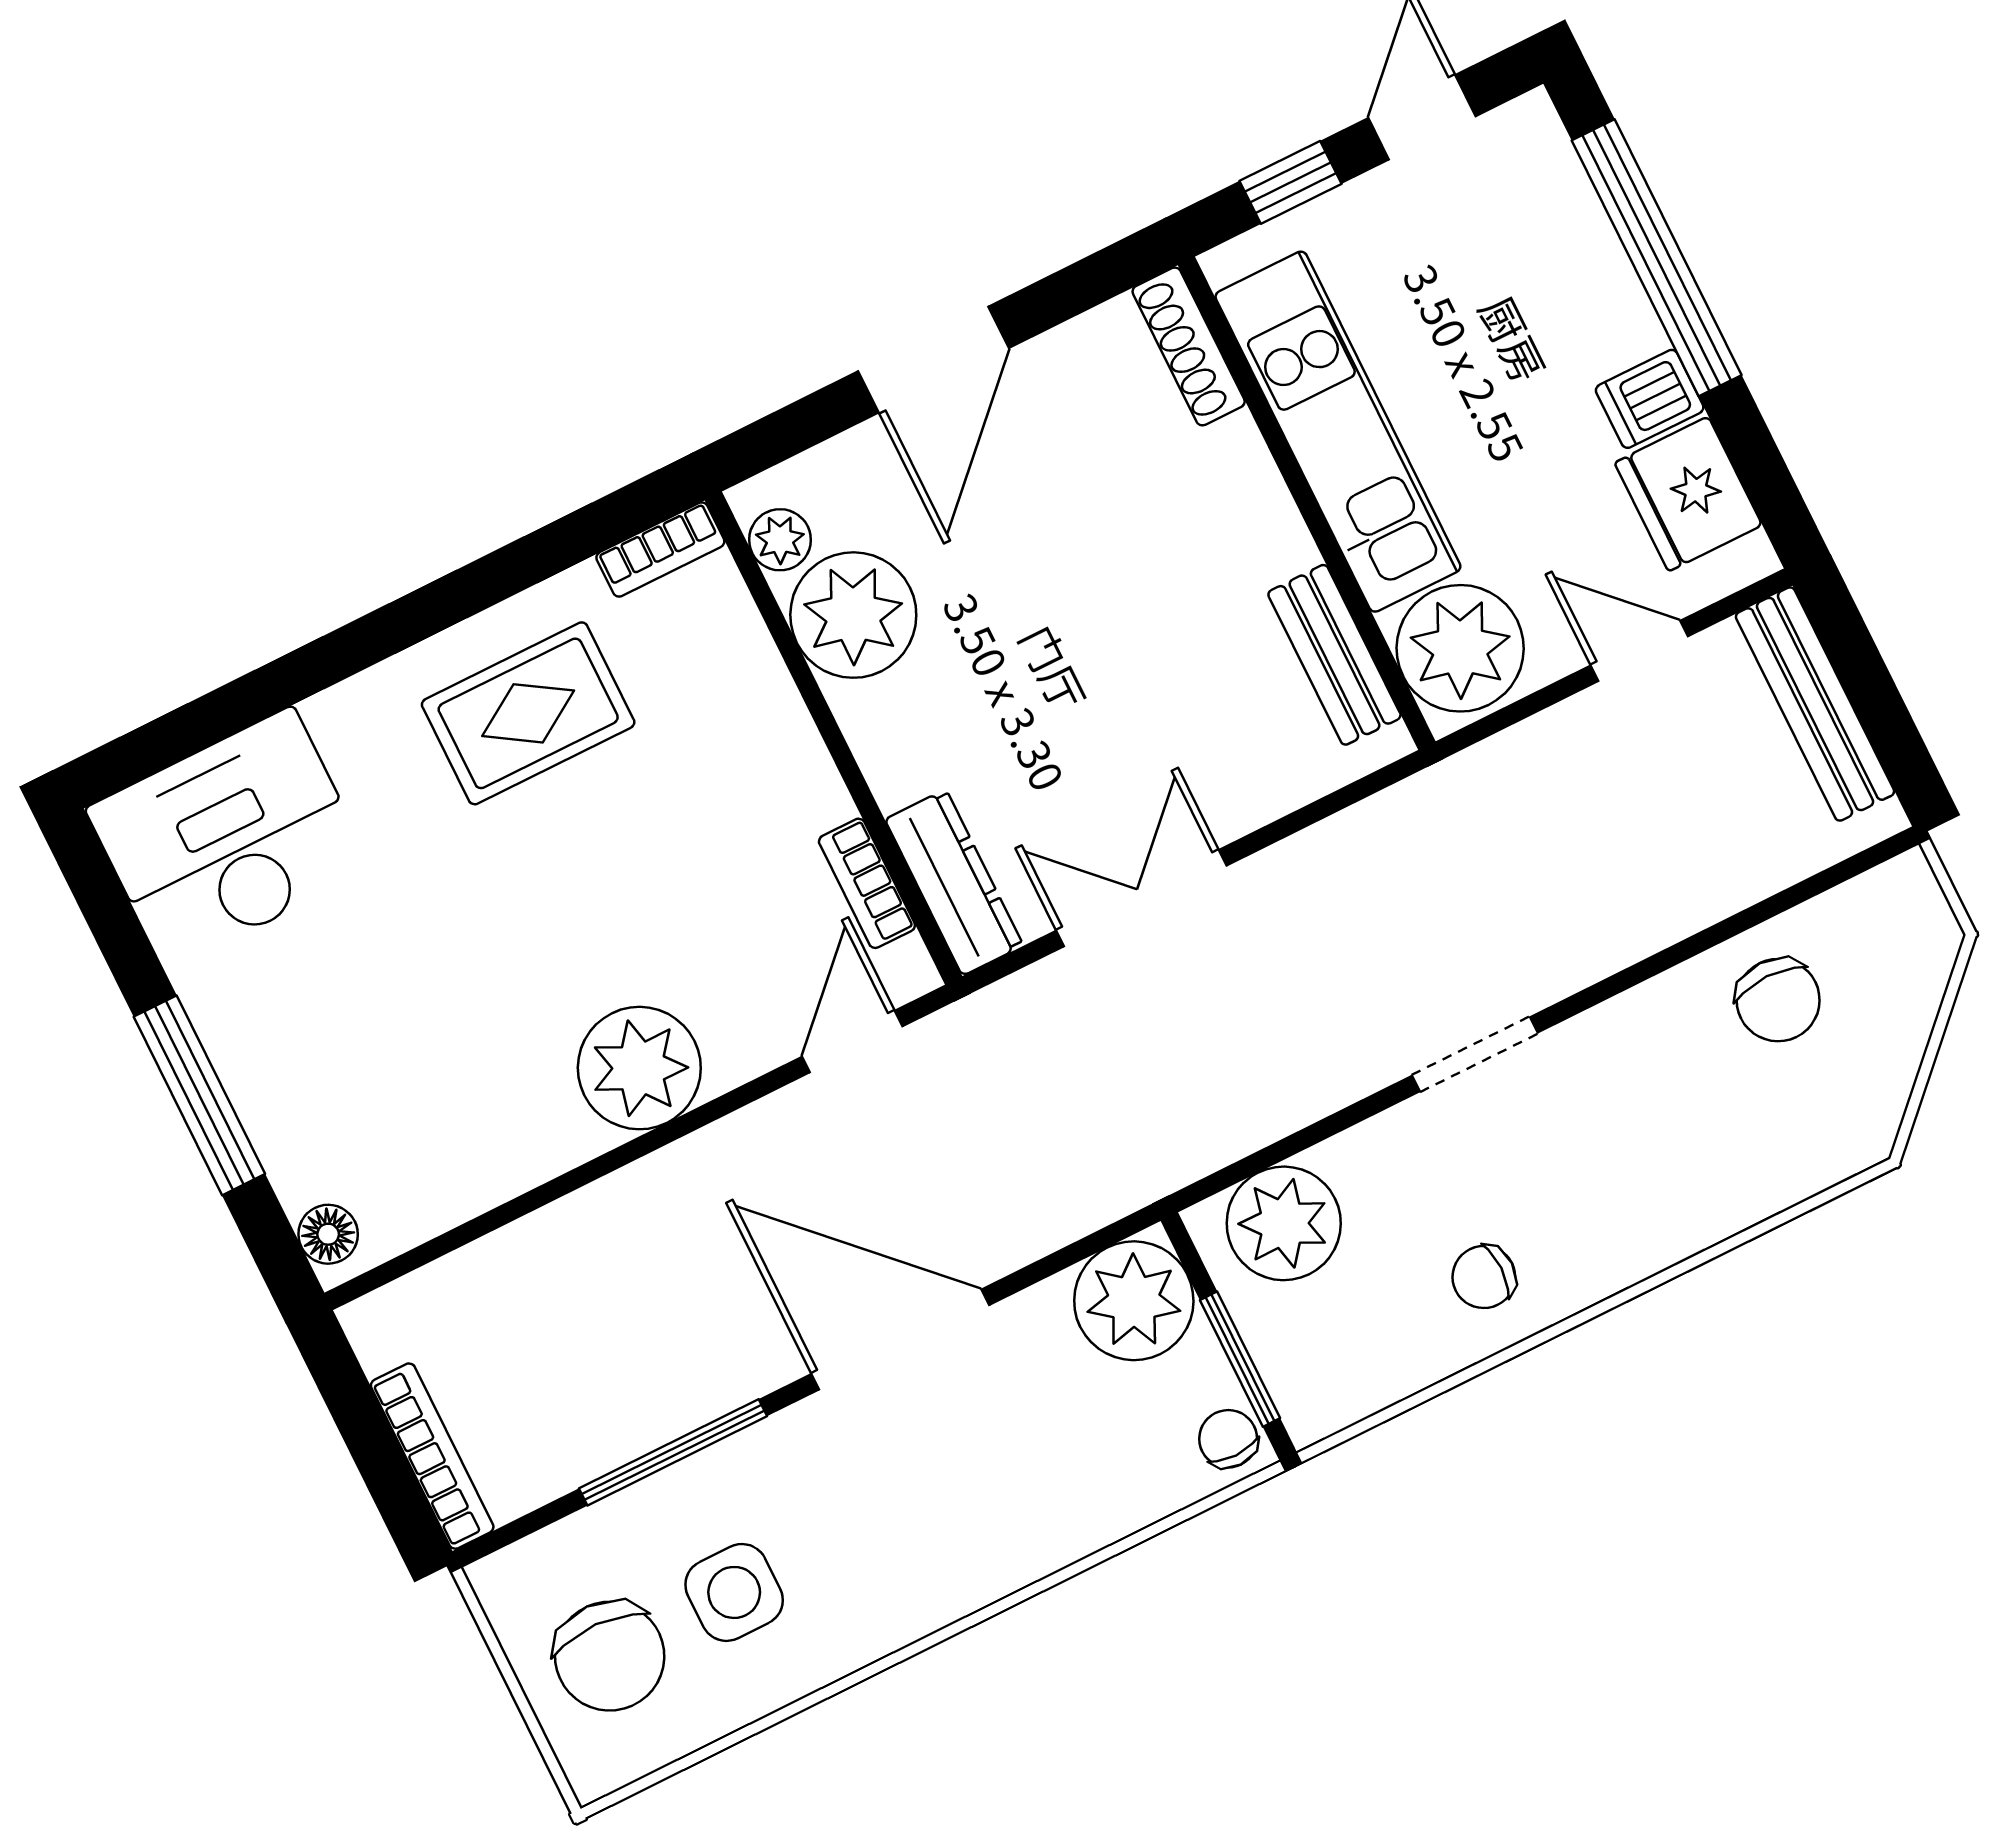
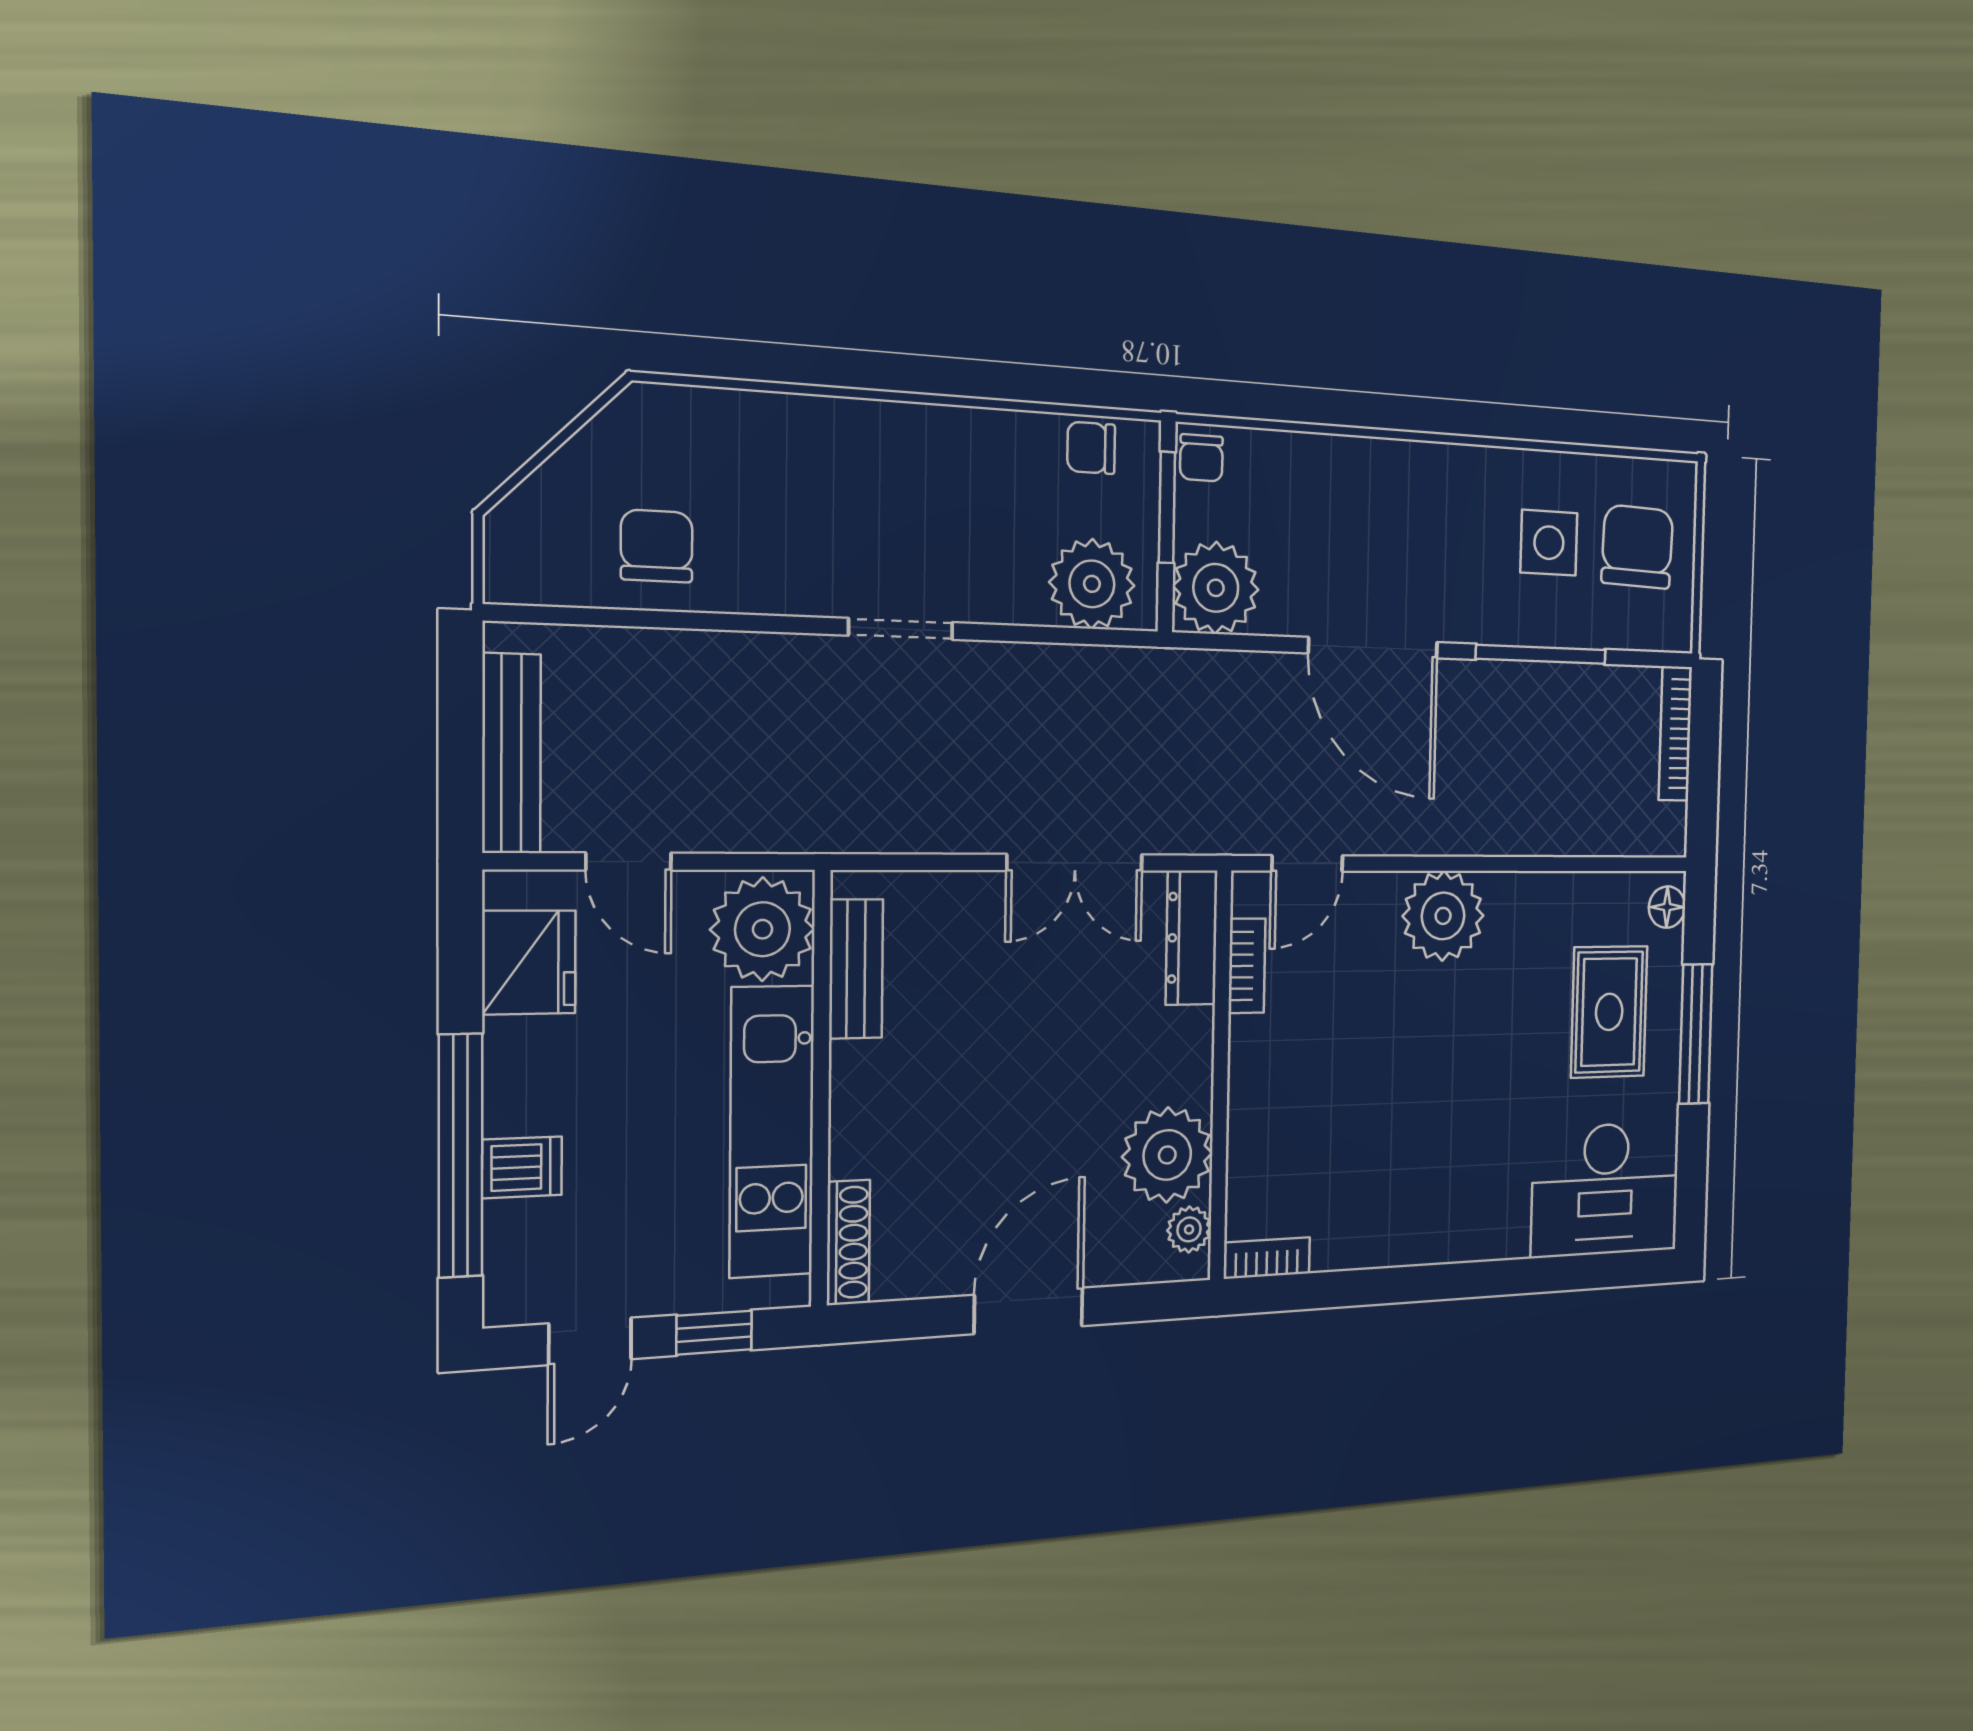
dishwasher: (1650, 399) -> (522, 1167), moved
rug: (528, 713) -> (1609, 1012), moved, turned 90
chair: (1484, 1277) -> (1091, 448), moved, turned 180

